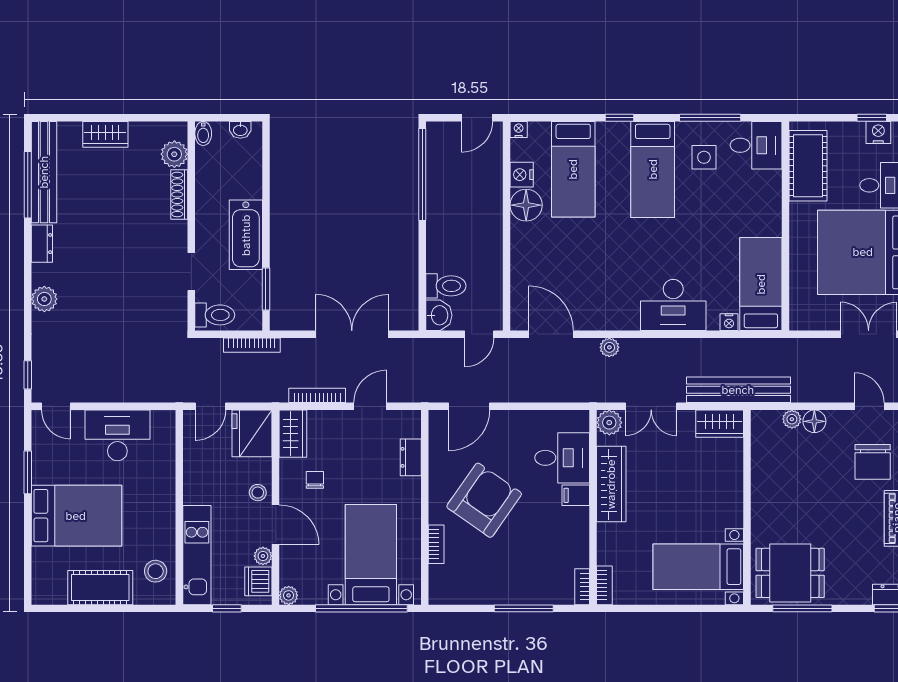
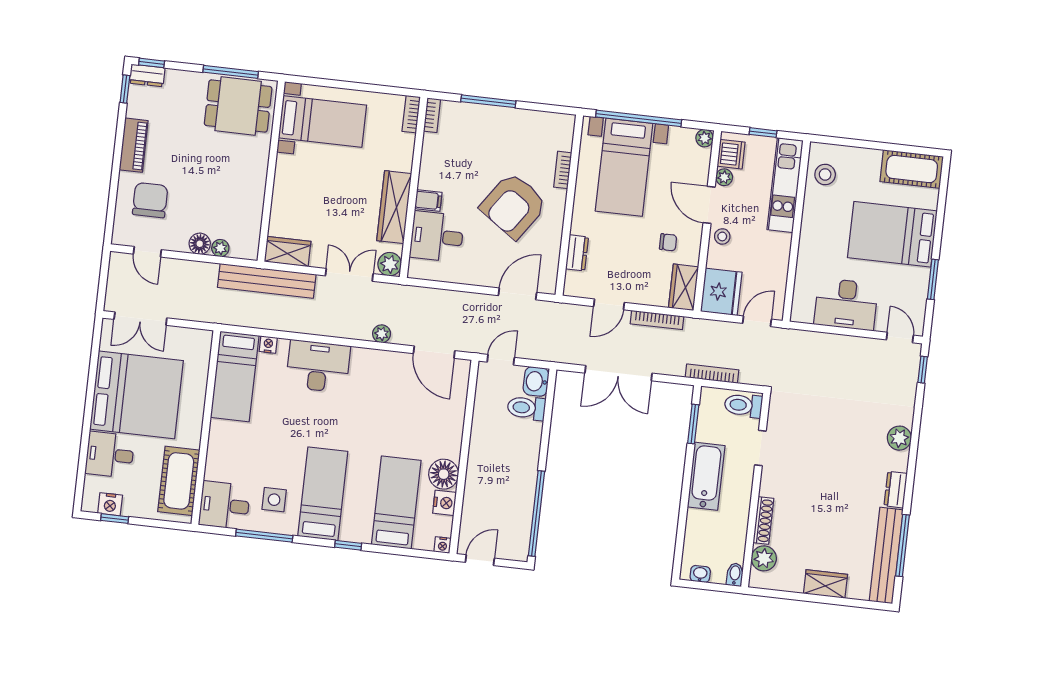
chair: (315, 480) -> (668, 242), turned -90
cot: (100, 588) -> (912, 169), moved

